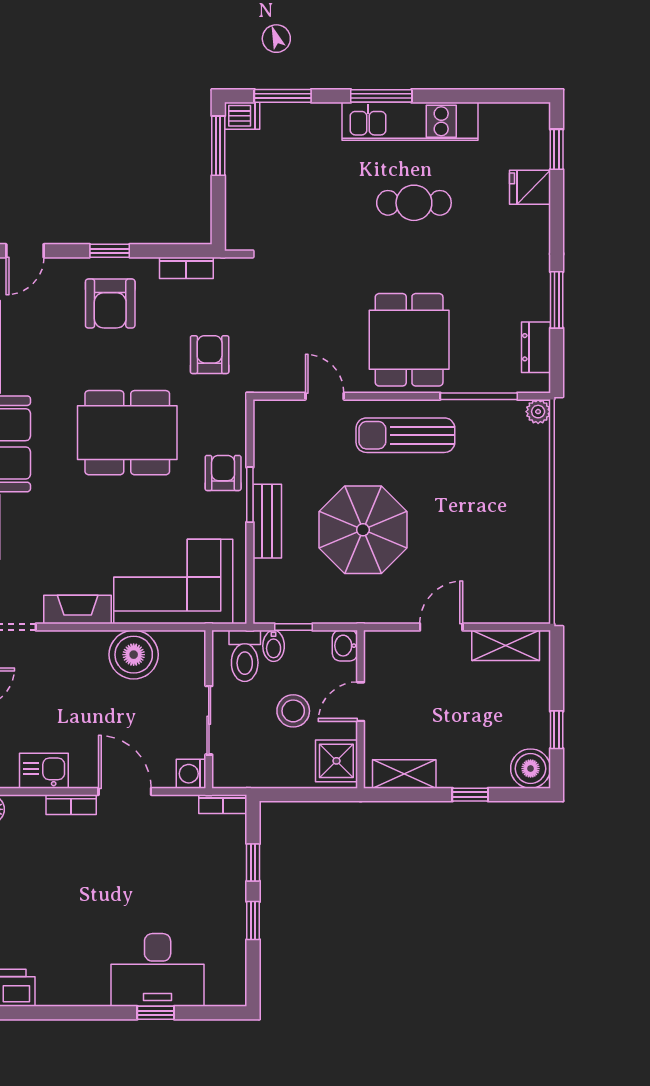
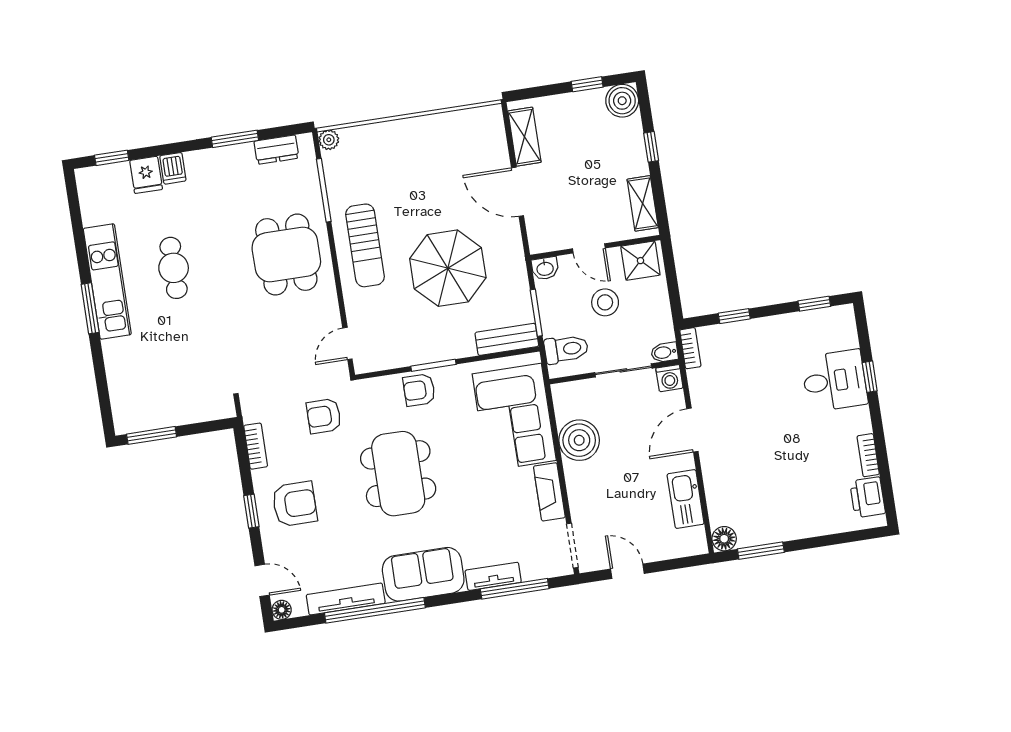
window: (283, 96) -> (103, 389), removed
dishwasher: (242, 116) -> (173, 168), moved, turned 180
dining table: (409, 340) -> (286, 255), turned 90
door: (325, 396) -> (347, 343), moved
bench: (267, 521) -> (507, 339), moved
window: (293, 627) -> (536, 313), width x1.50
door: (441, 627) -> (518, 192), width x1.37
bidet: (274, 646) -> (664, 352), moved, turned 180
kitchen sink: (44, 771) -> (686, 499), width x1.38
bookcase: (71, 805) -> (868, 455), moved, turned 180
window: (253, 921) -> (814, 304), moved
desk: (158, 970) -> (834, 381), width x0.73

